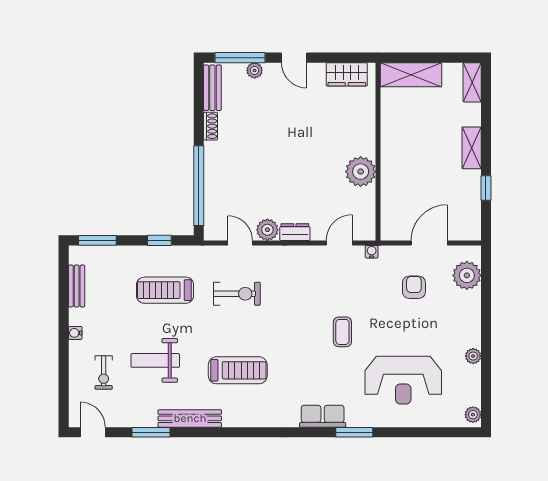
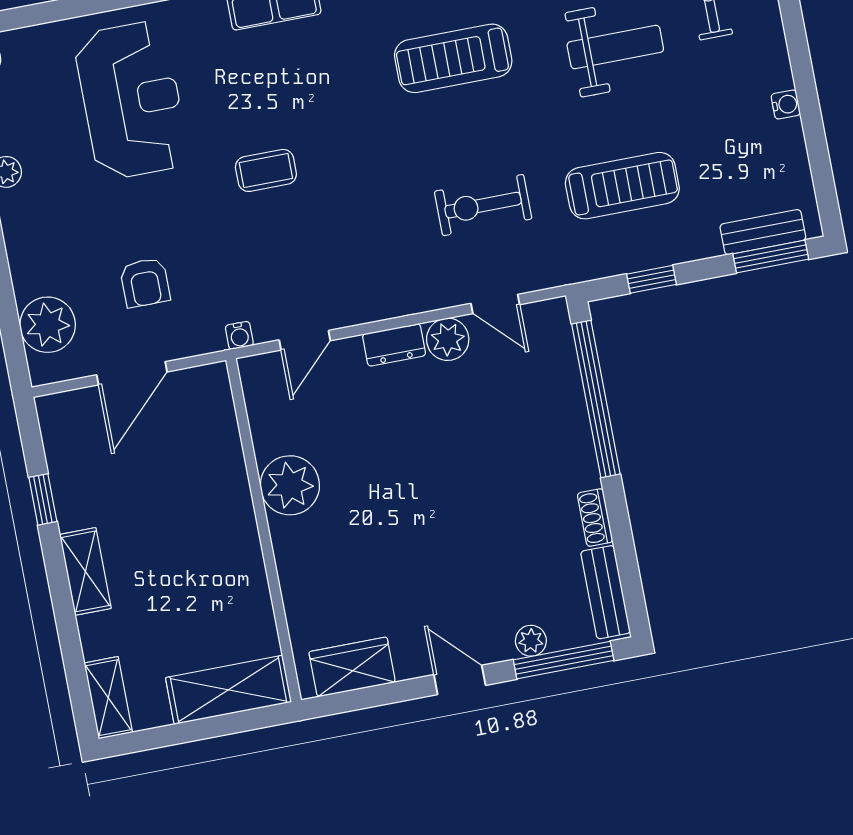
bench: (77, 286) -> (763, 232), moved, turned 90
coffee table: (342, 332) -> (266, 170), turned 90
water cooler: (75, 333) -> (786, 104), moved
reception desk: (403, 380) -> (131, 100), turned 90

